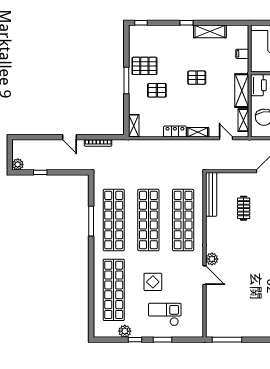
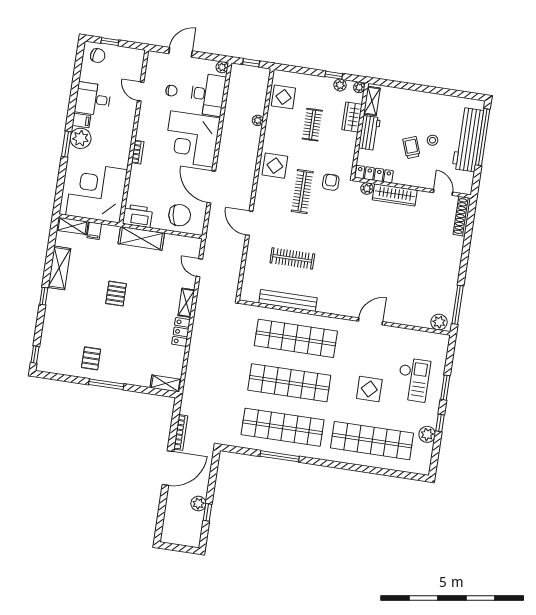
pallet: (144, 66) -> (91, 358), width x0.67, depth x0.71
pallet: (157, 90) -> (125, 347), removed
shelving: (243, 120) -> (72, 226), moved
door: (69, 137) -> (168, 468), width x1.87
door: (226, 138) -> (199, 268), hinge flipped
plant: (18, 164) -> (198, 504), moved
bench: (211, 194) -> (288, 300), moved
clothes rail: (244, 208) -> (292, 258), width x1.36
plant: (212, 259) -> (439, 322), moved
checkout: (165, 314) -> (413, 380), turned 180

